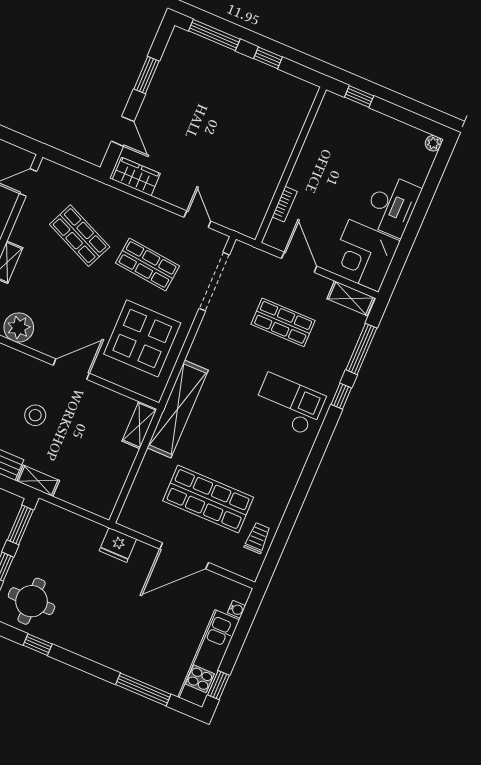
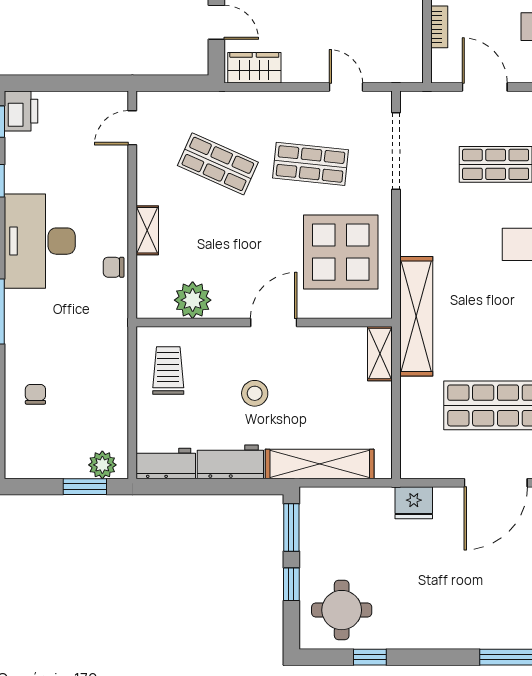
shelving: (38, 481) -> (320, 464), width x2.20, depth x1.33

